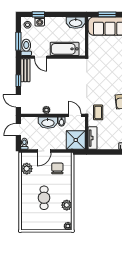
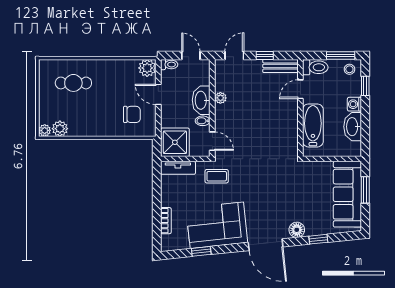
washing machine: (40, 21) -> (354, 104), moved
washbasin: (76, 23) -> (353, 127), moved
window: (18, 41) -> (341, 55), moved
door: (75, 115) -> (212, 141), hinge flipped
plant: (27, 169) -> (147, 68), moved
cafe table: (44, 198) -> (73, 83), moved
plant: (67, 205) -> (60, 129), moved

